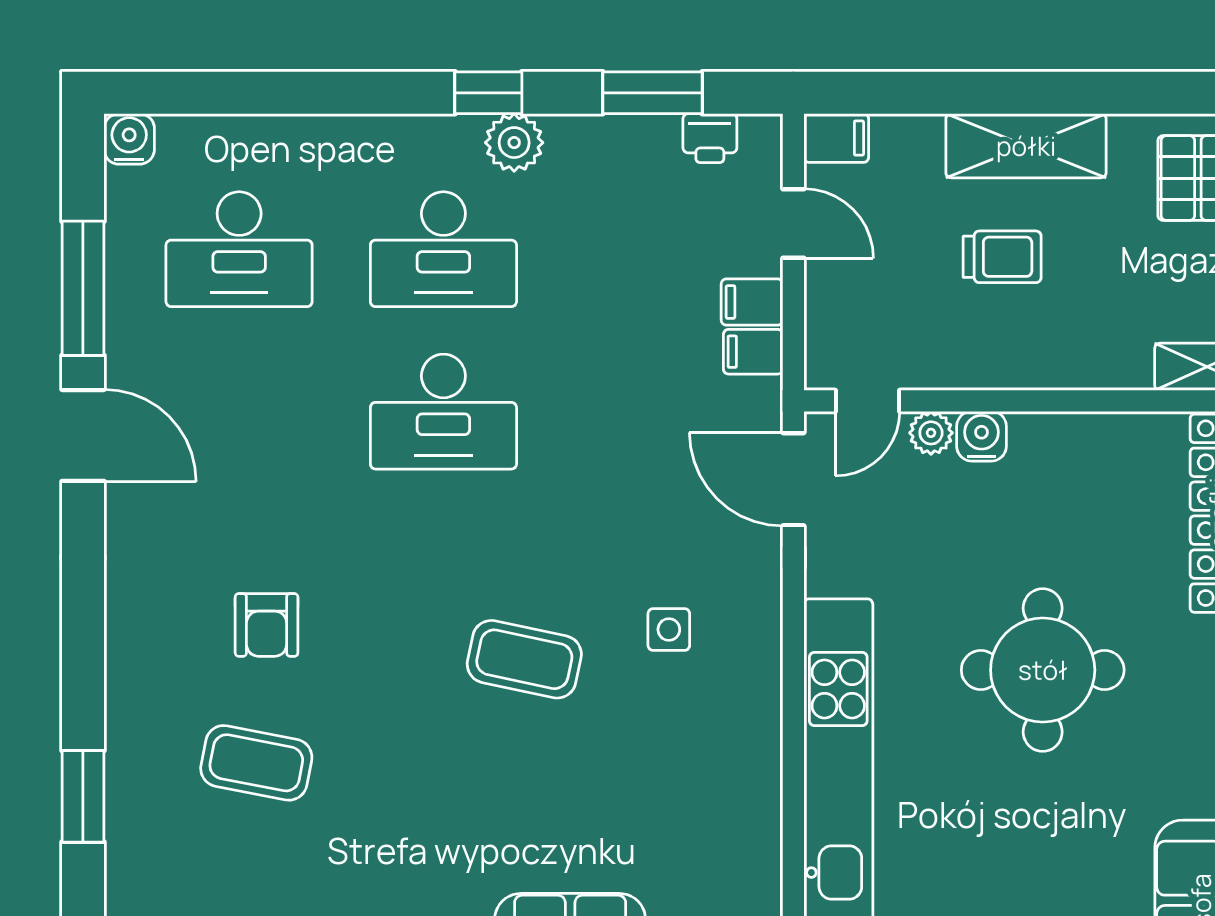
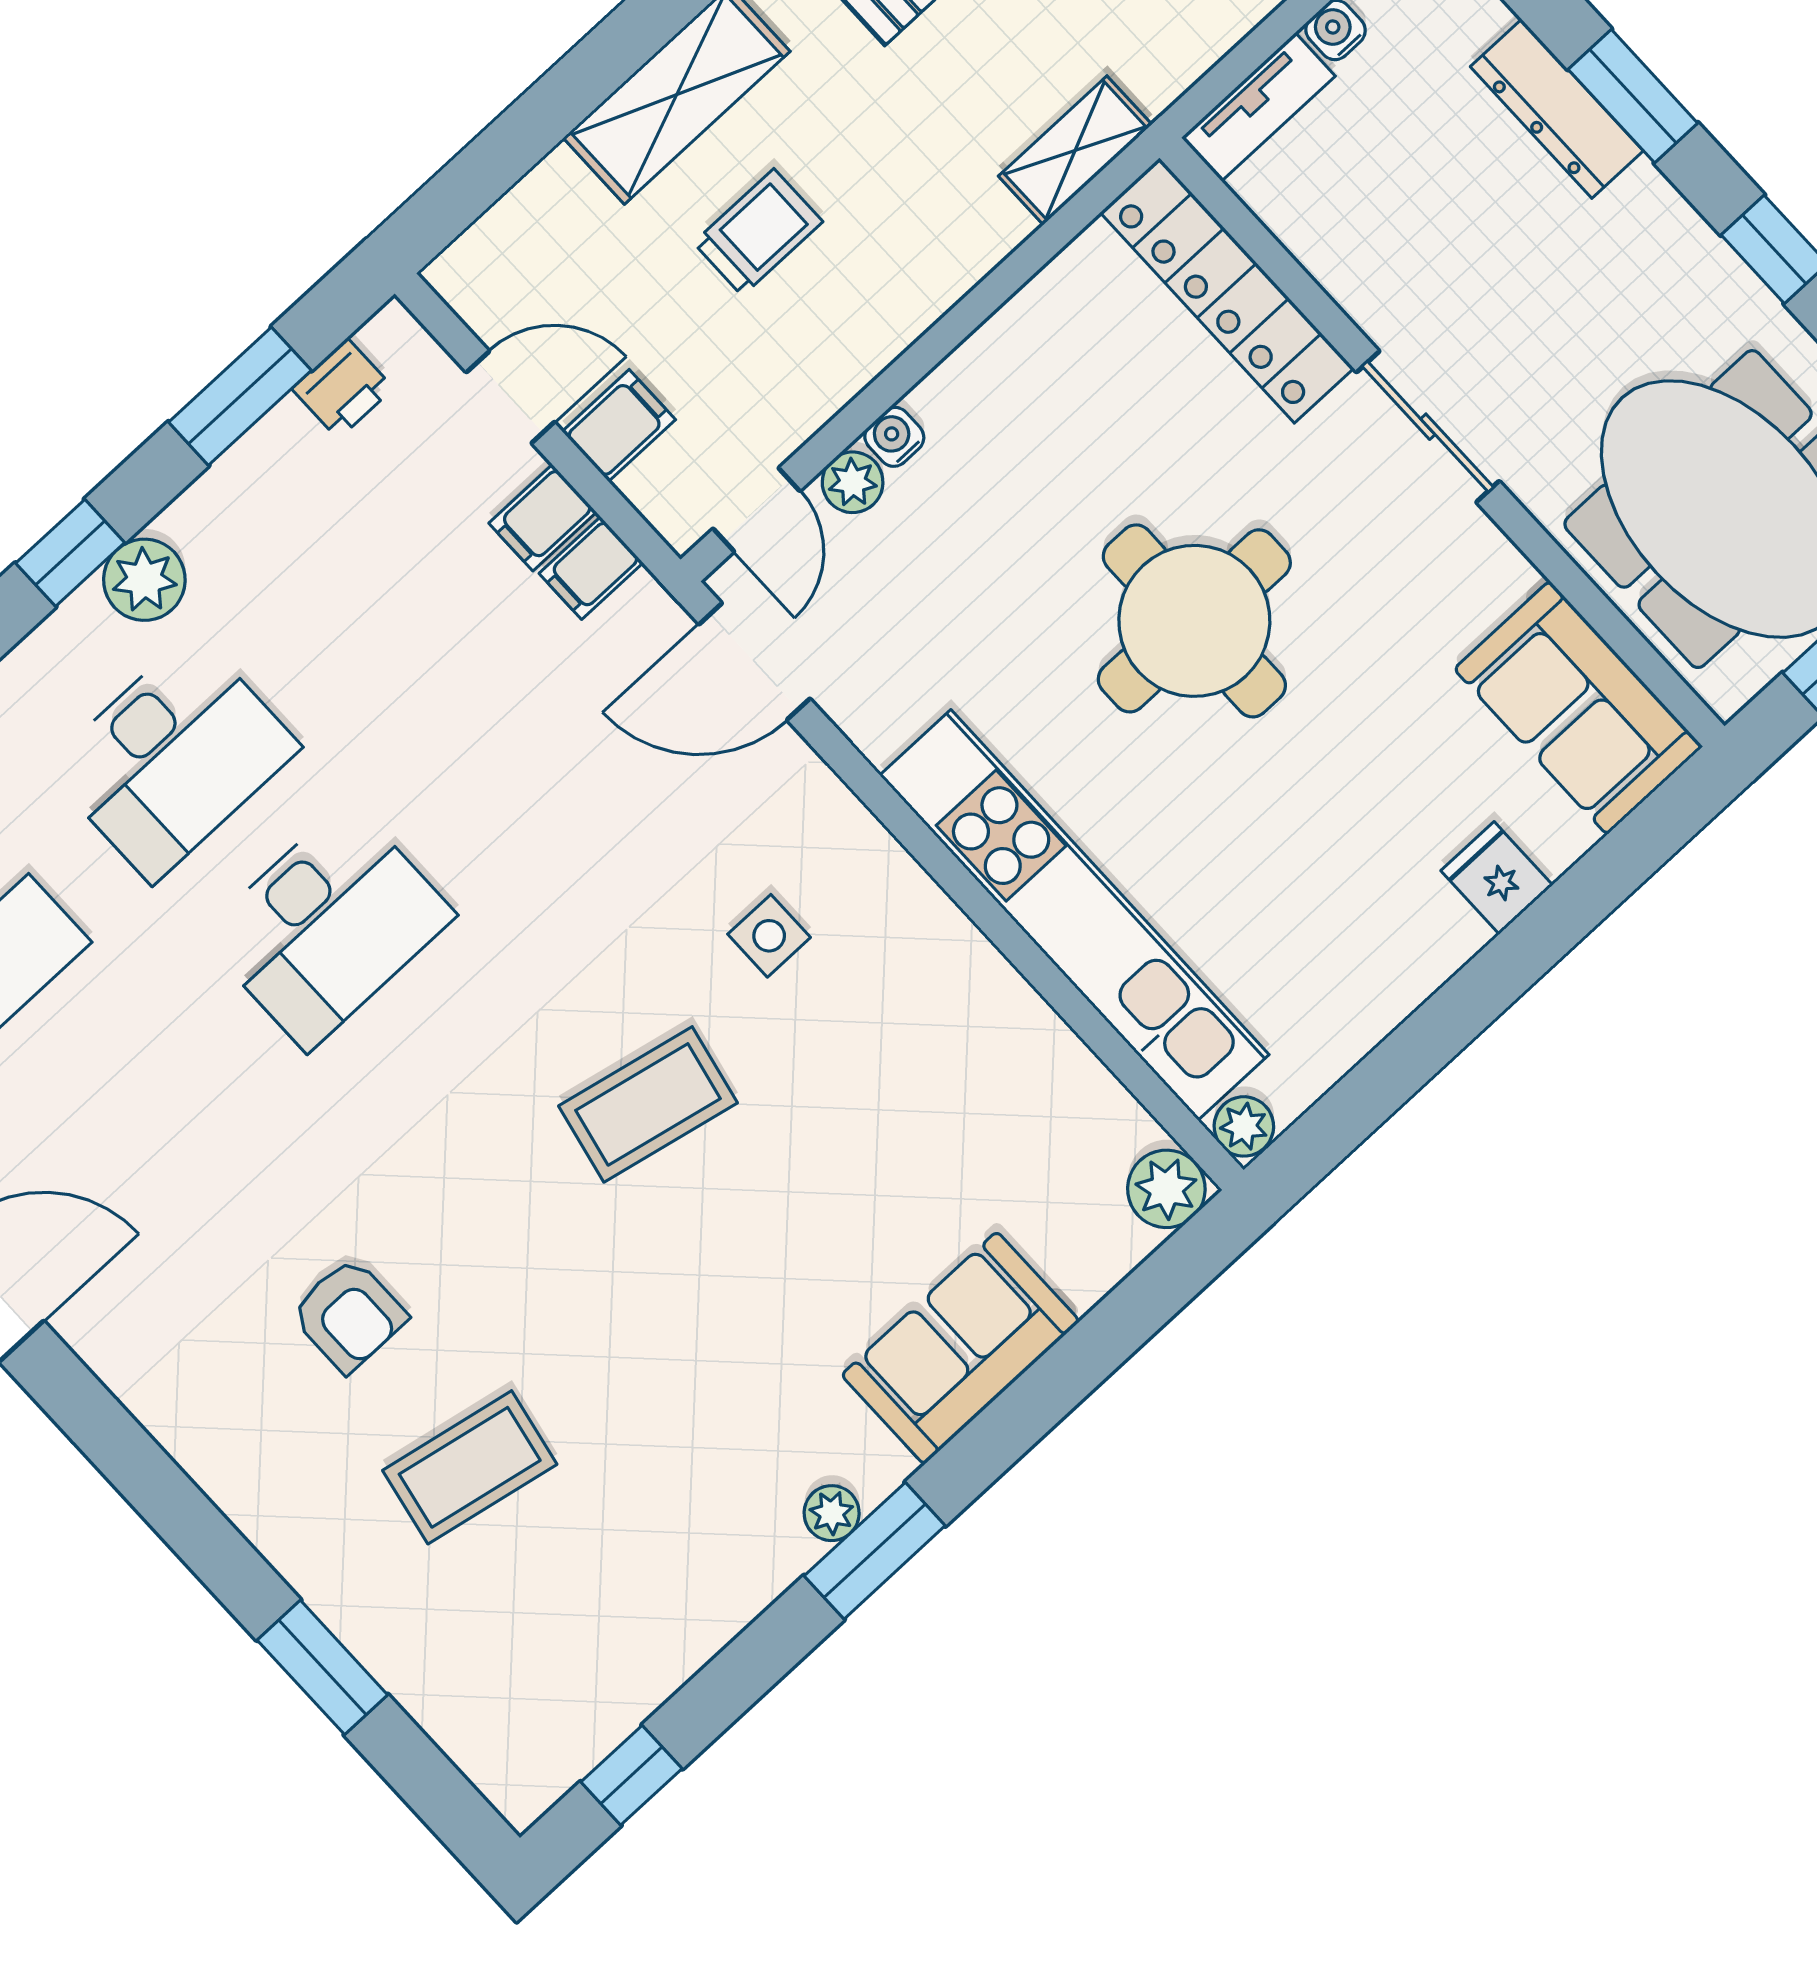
filing cabinet: (836, 138) -> (619, 426), moved
water cooler: (982, 436) -> (894, 437), width x0.72, depth x0.72

